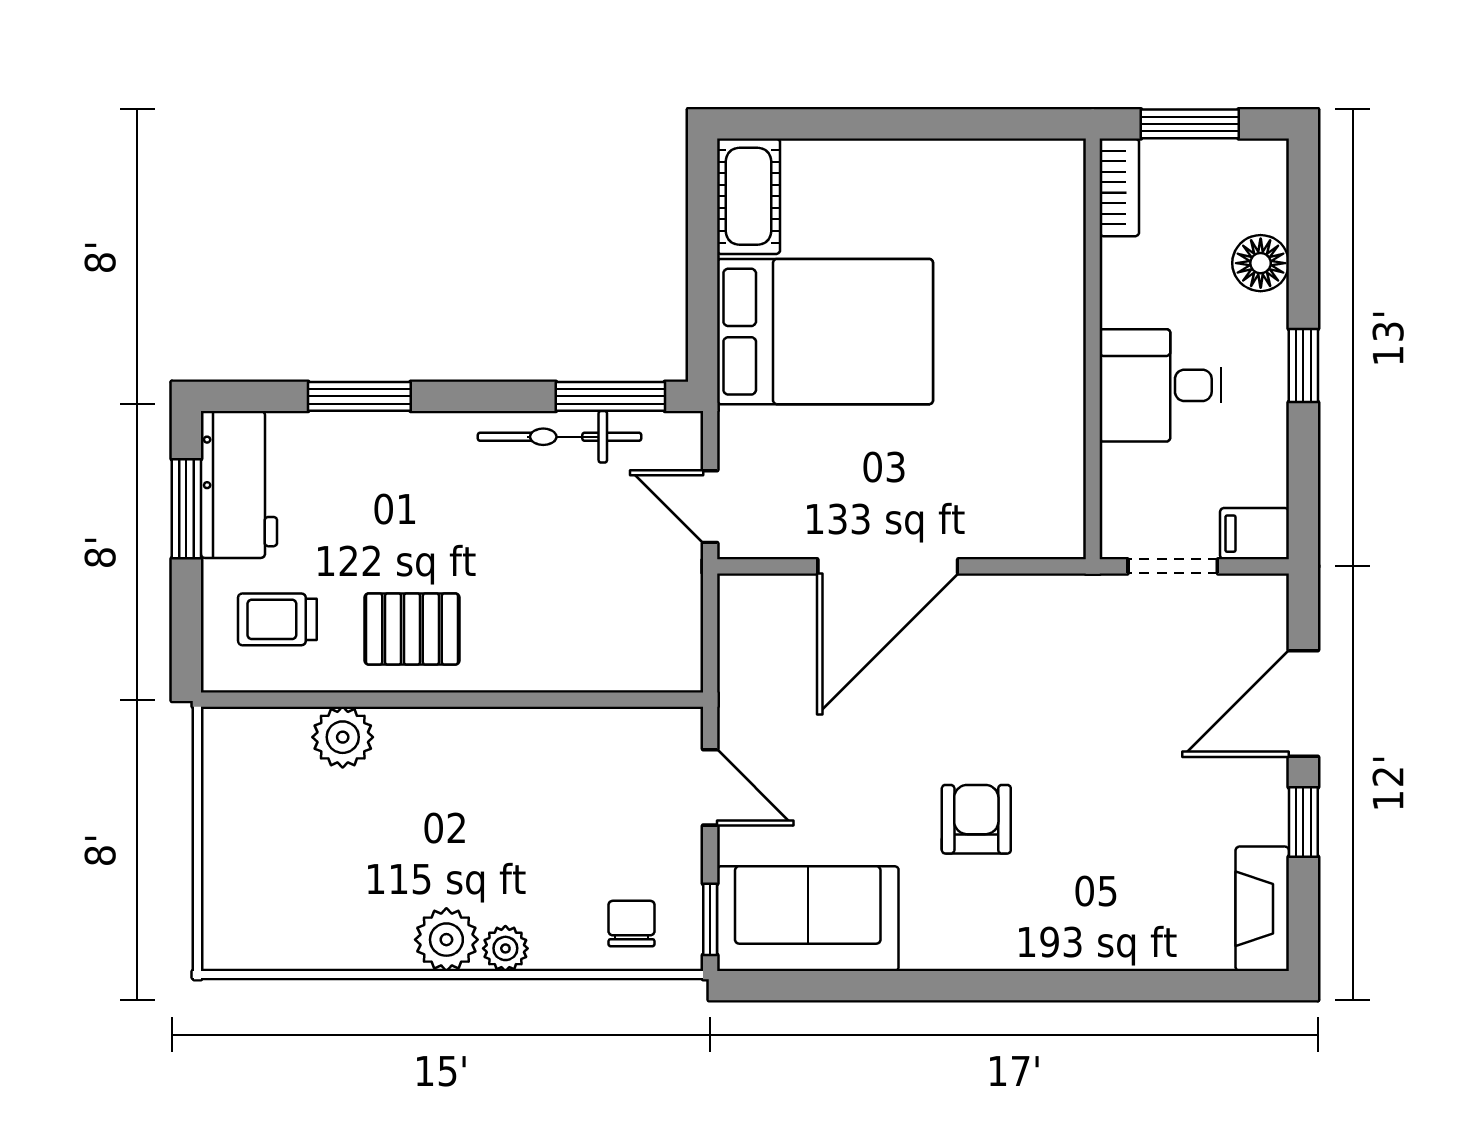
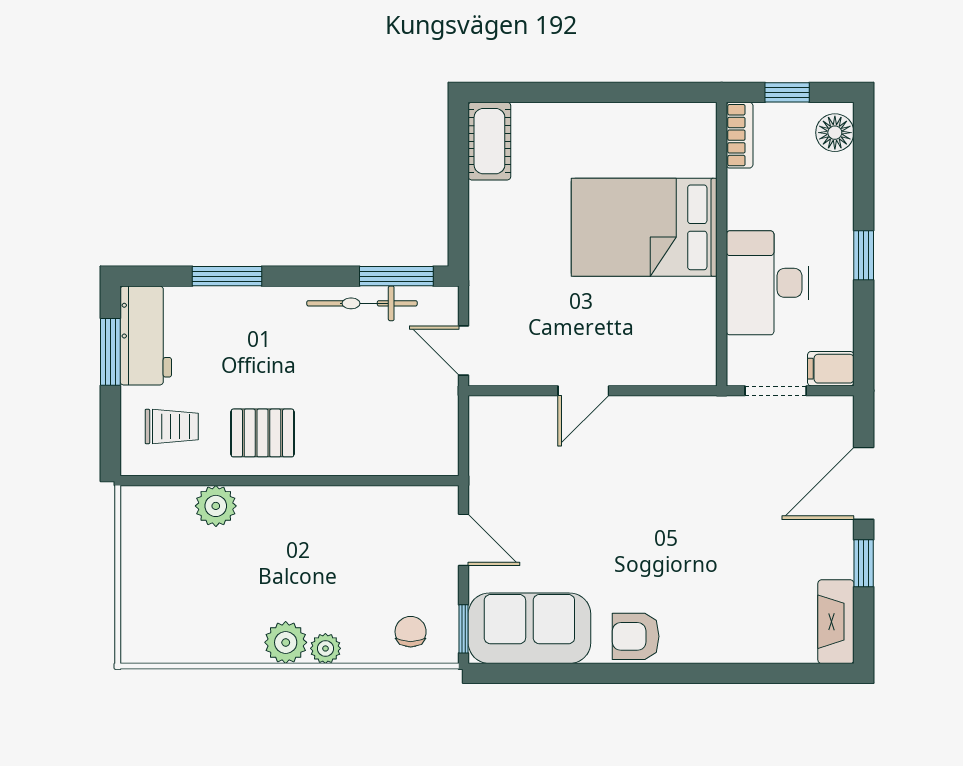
window: (1190, 124) -> (787, 92), width x0.67
floor lamp: (1261, 263) -> (835, 133), moved
bed: (825, 332) -> (644, 227), moved, turned 180
desk: (1160, 385) -> (767, 283), width x1.37
door: (888, 566) -> (583, 391), width x0.53
trolley: (277, 619) -> (172, 427), turned 180
armchair: (976, 819) -> (636, 636), moved, turned -90

